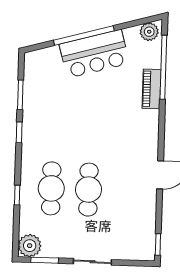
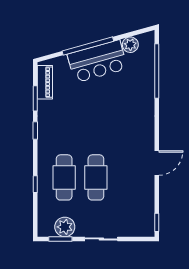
plant: (149, 32) -> (130, 45), moved
piano: (151, 89) -> (45, 82), moved, turned 180
plant: (30, 246) -> (65, 227), moved

